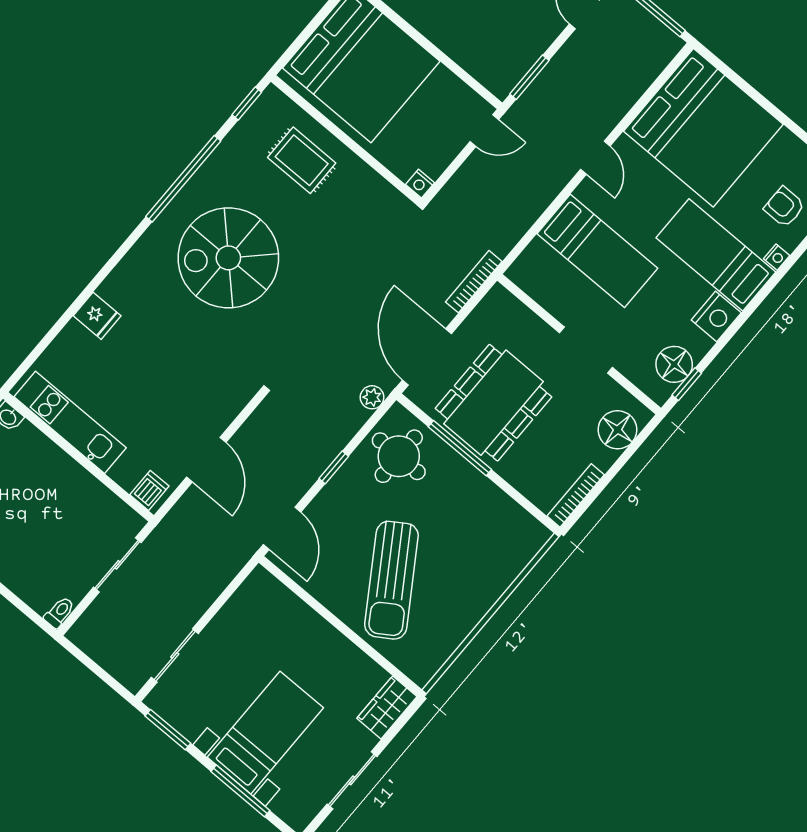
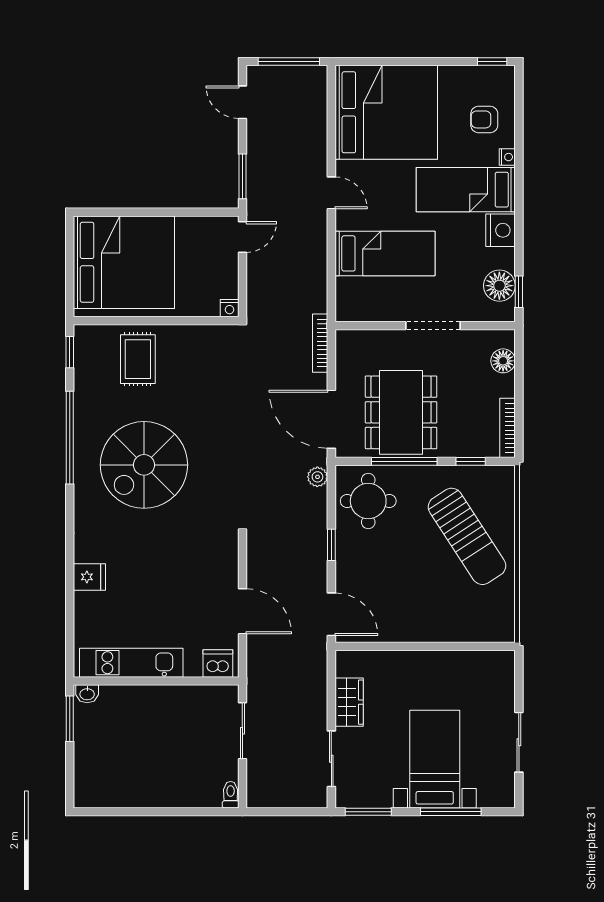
rug: (302, 160) -> (138, 359), turned 90
floor lamp: (617, 430) -> (503, 361), width x0.73, depth x0.73
dishwasher: (149, 490) -> (218, 663), width x1.38
window: (518, 497) -> (471, 461), added
sun lounger: (391, 580) -> (467, 536), moved
wardrobe: (387, 707) -> (349, 702), moved, turned 180

